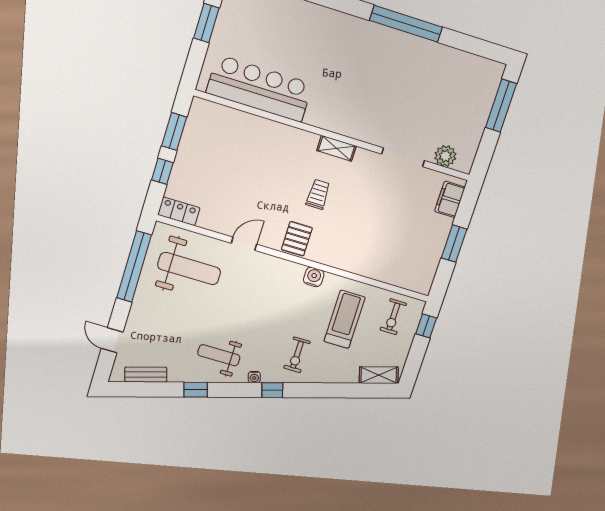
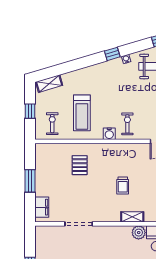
shelving: (337, 148) -> (132, 217), moved
plant: (445, 156) -> (139, 233), moved
pallet: (297, 239) -> (80, 165), moved
window: (426, 326) -> (30, 111), moved
exercise bike: (297, 355) -> (127, 124), moved

